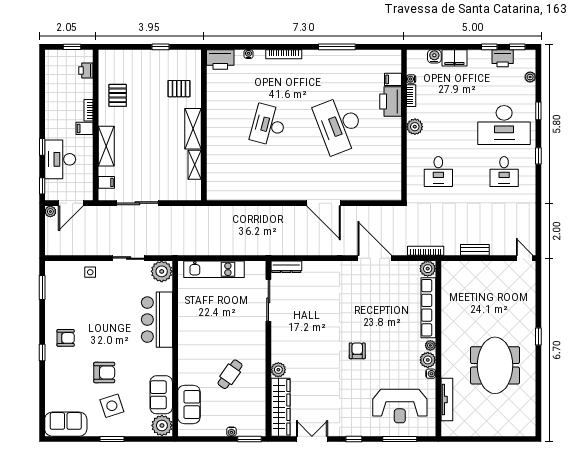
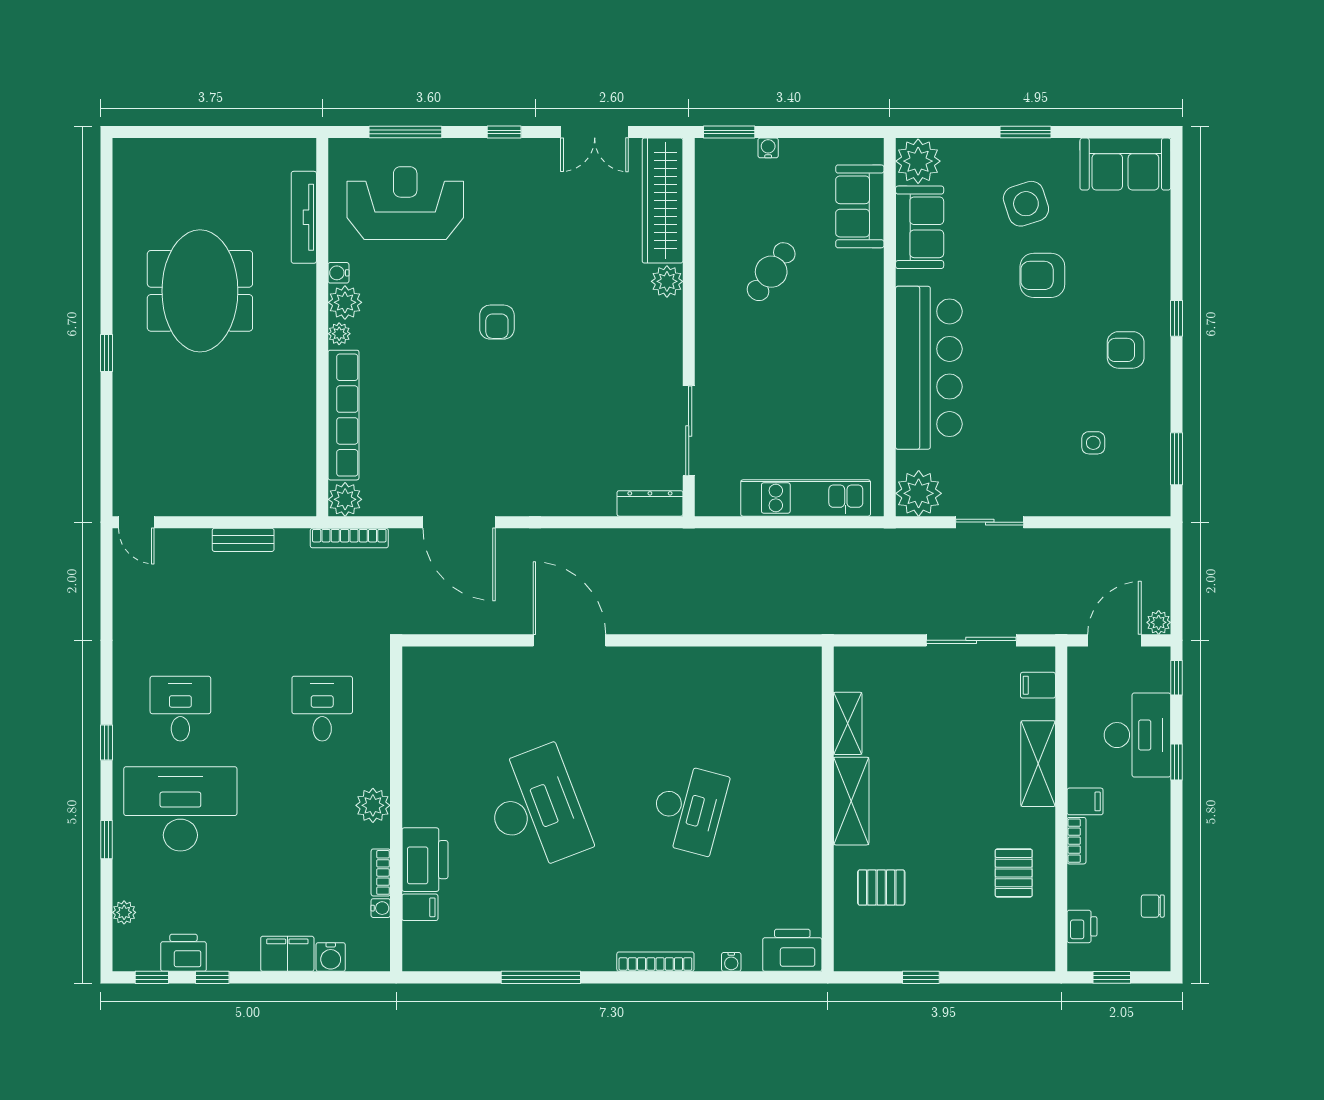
chair: (53, 80) -> (1153, 906), added
side table: (90, 272) -> (1093, 443), moved
bar counter: (157, 320) -> (929, 368), width x1.36

